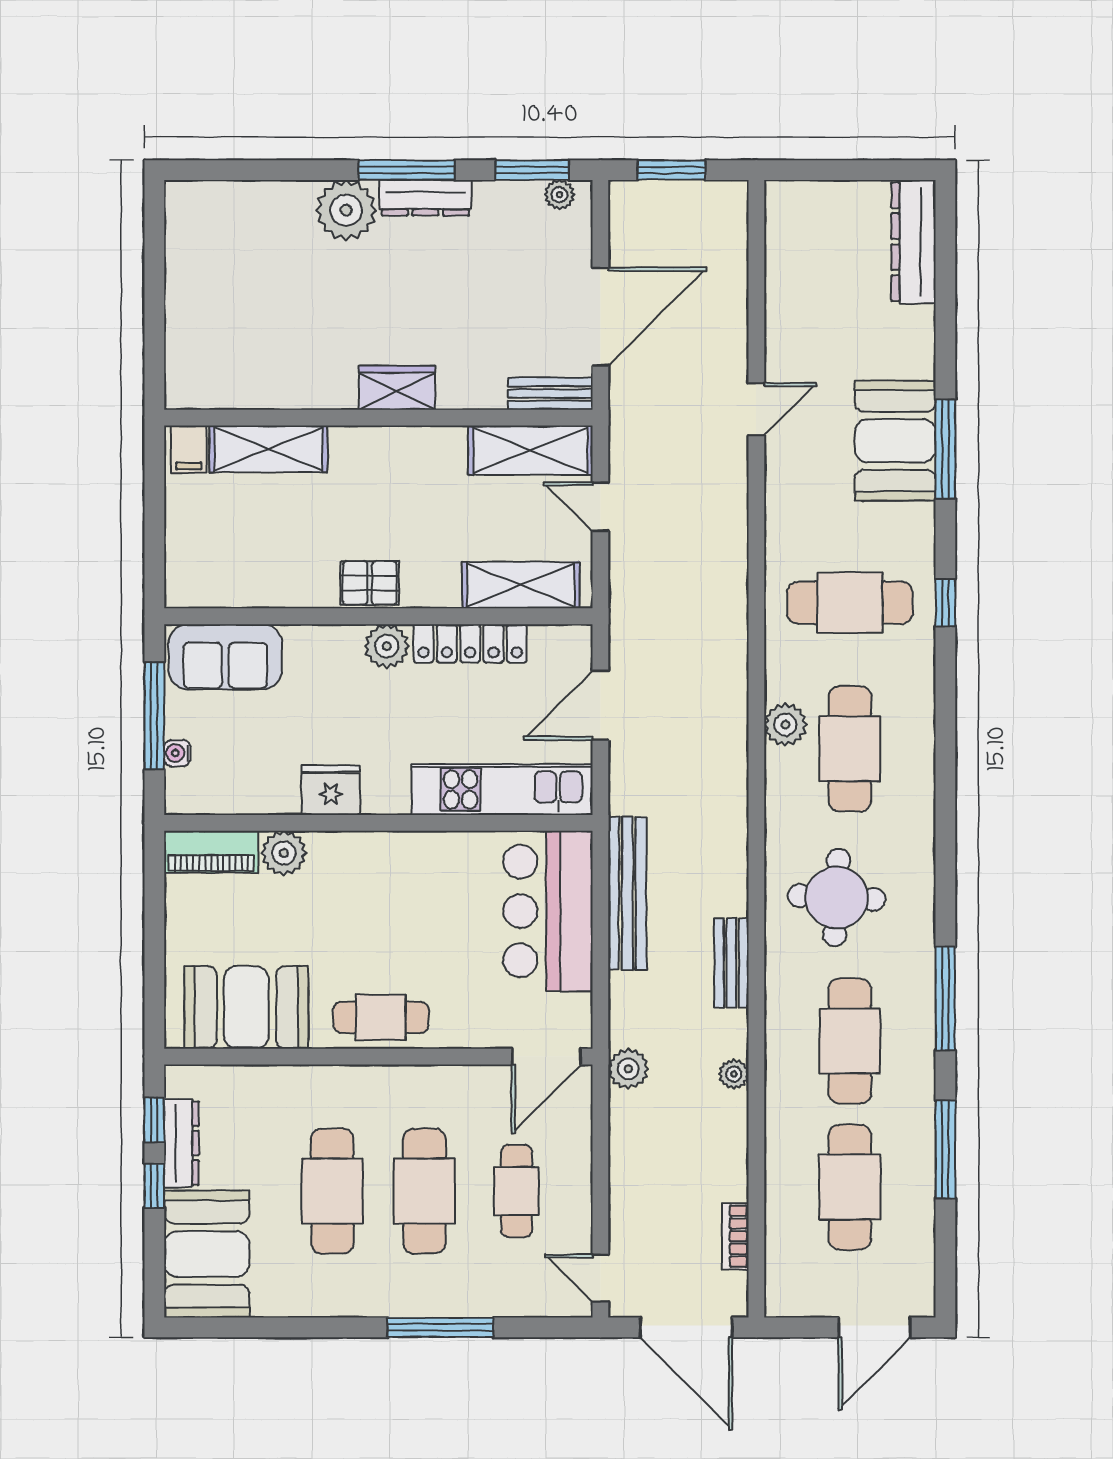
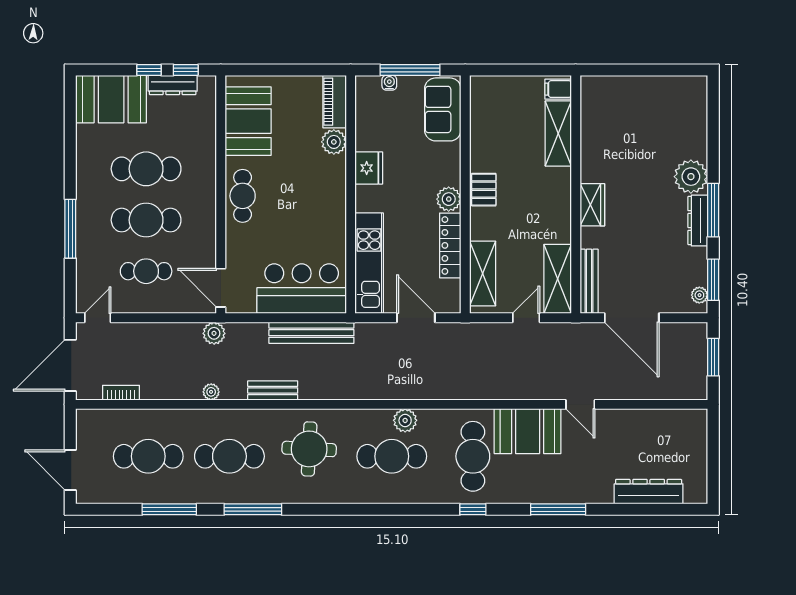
dresser: (913, 242) -> (649, 492), moved
bench: (550, 394) -> (589, 281), width x1.36
booth: (895, 441) -> (528, 431), moved

